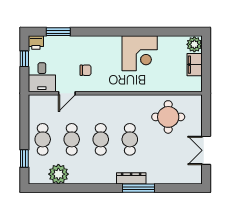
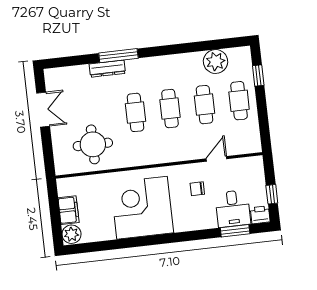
corner desk: (140, 53) -> (142, 208), width x1.36, depth x1.36
desk: (42, 77) -> (233, 209), moved, turned 180
dresser: (131, 178) -> (107, 69), moved

